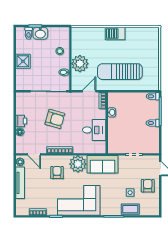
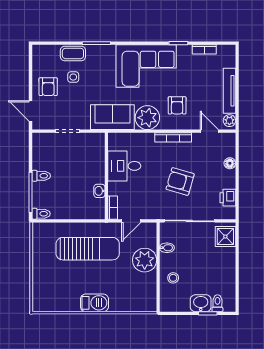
shower: (23, 61) -> (225, 237), moved
printer: (21, 121) -> (228, 198), moved

